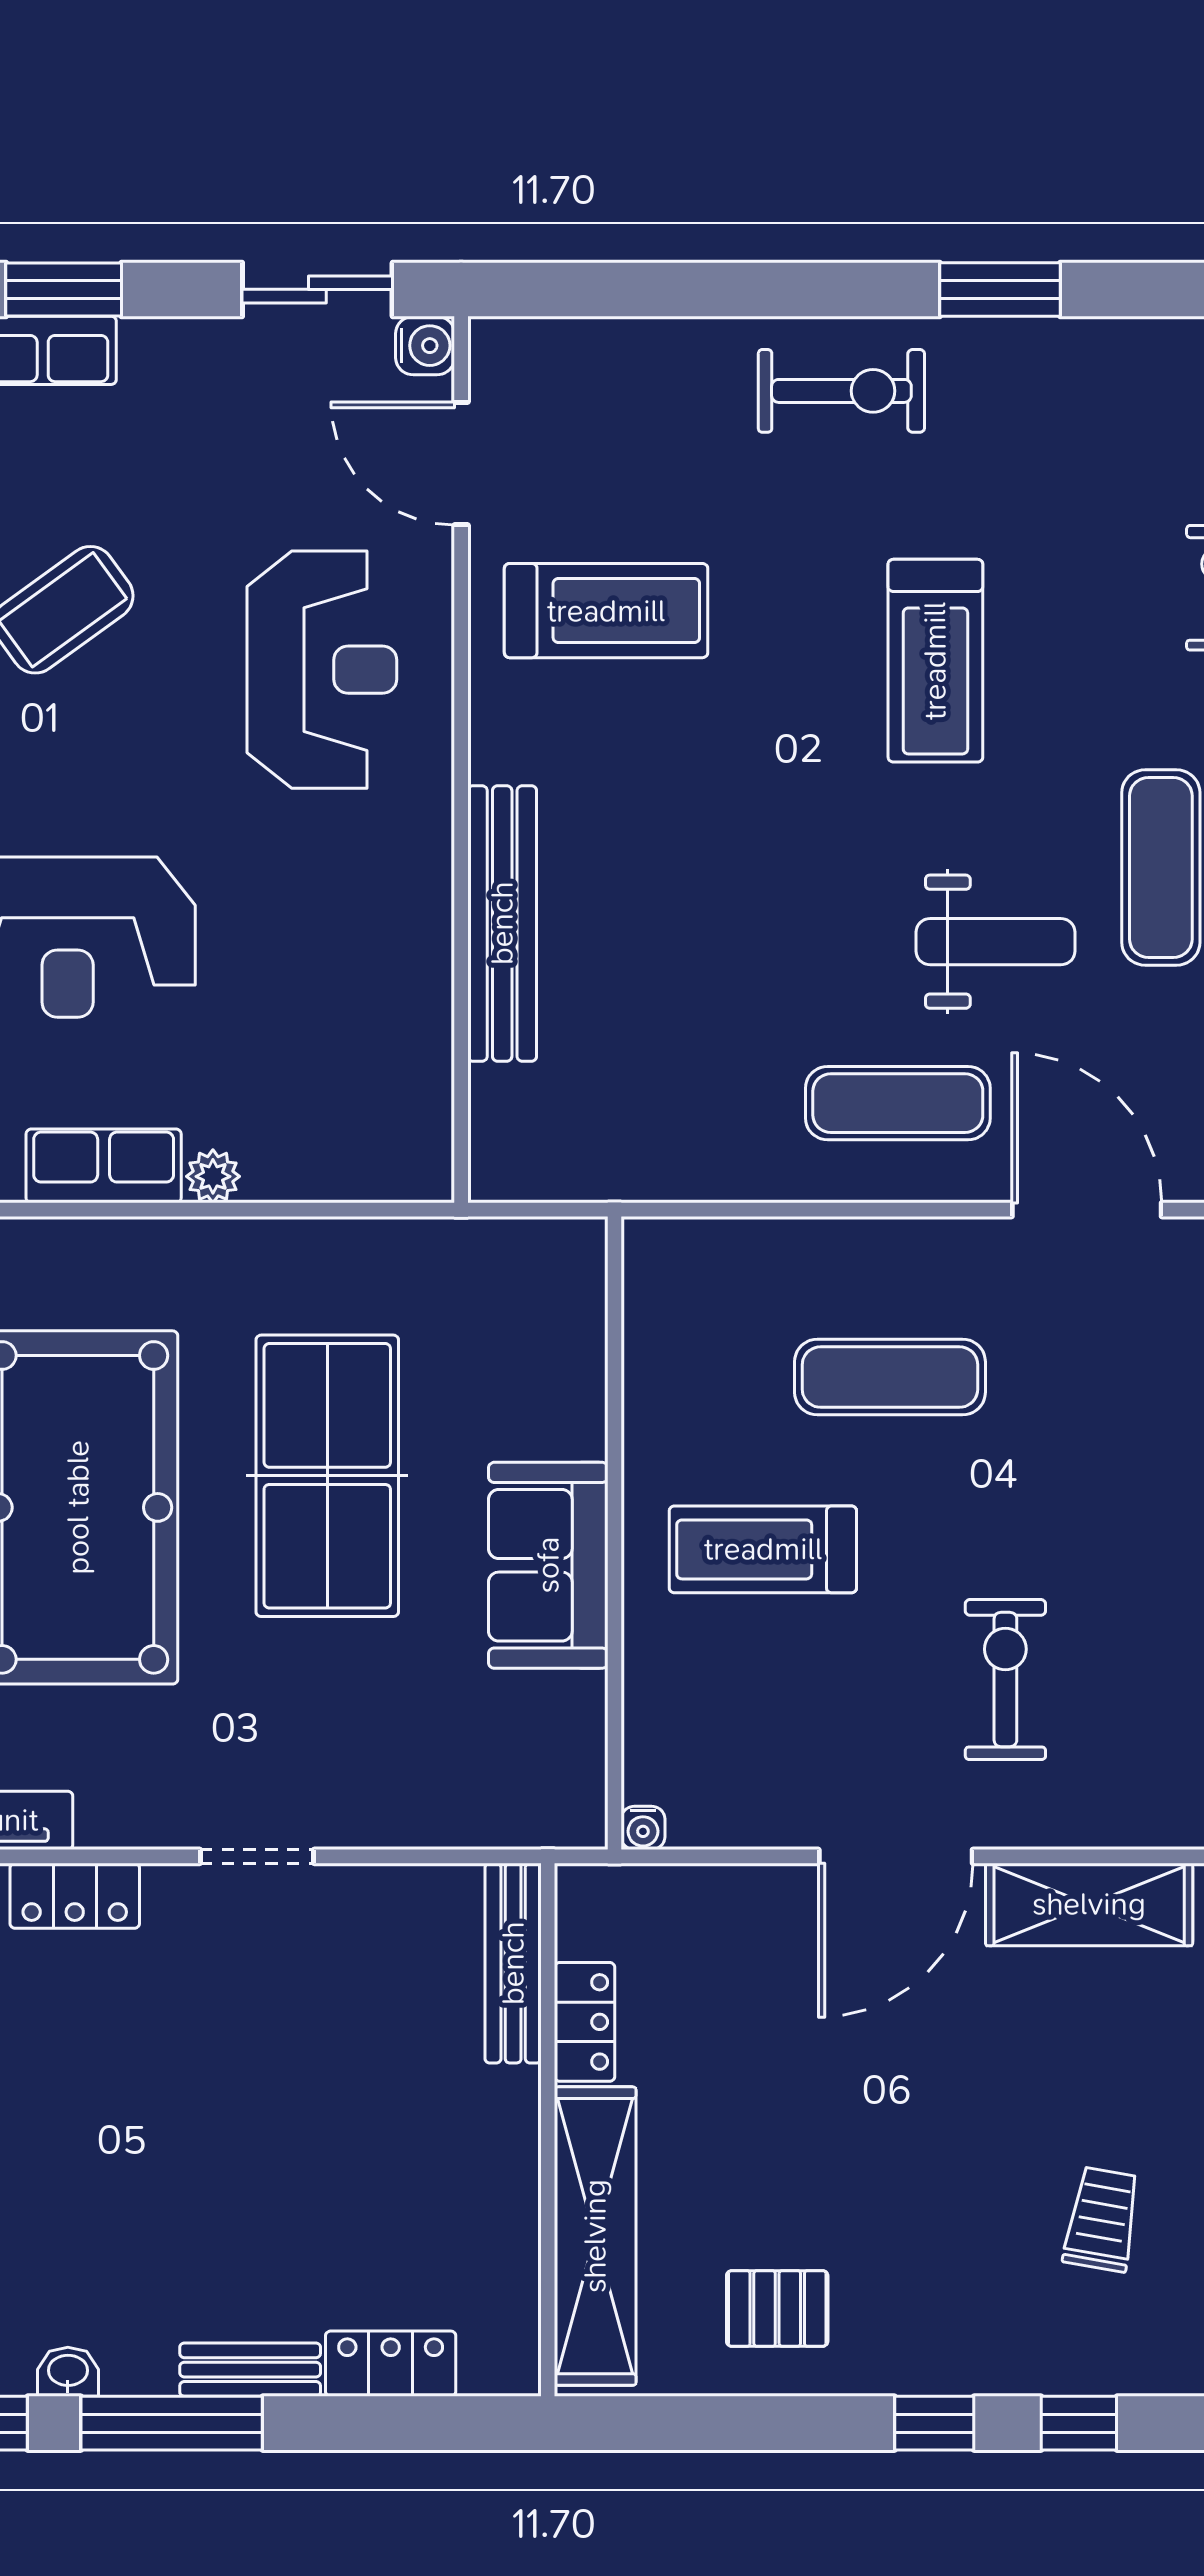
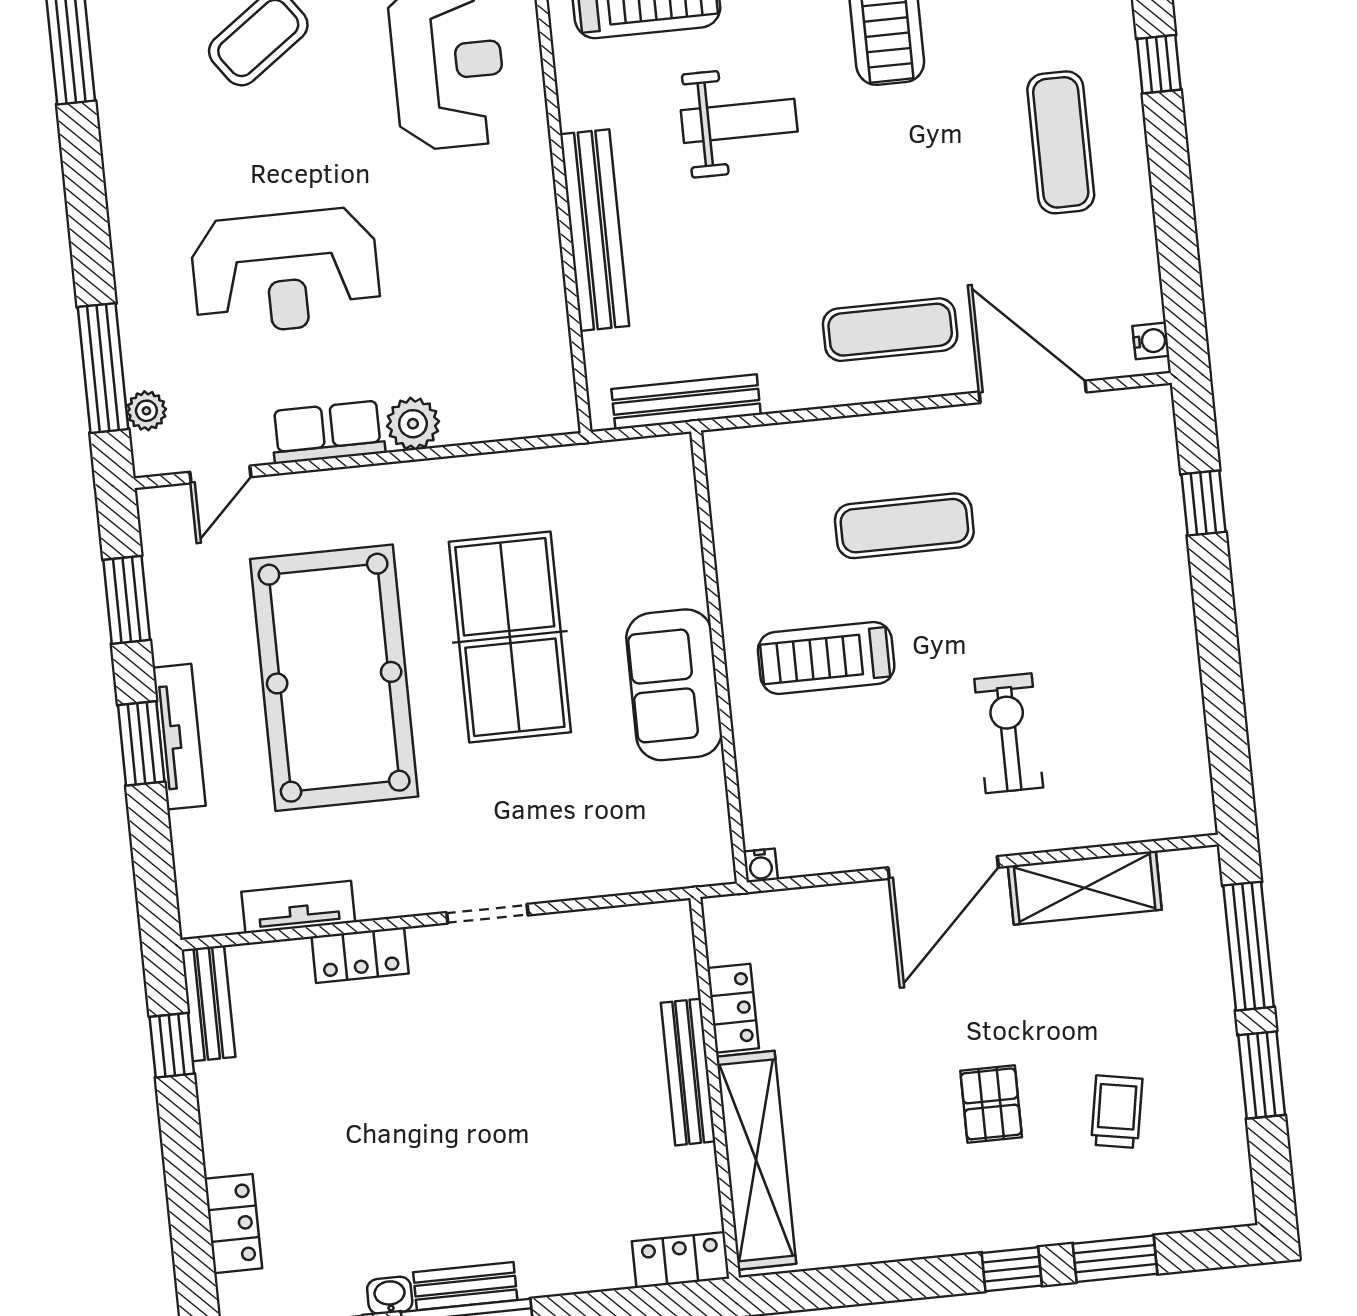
weight bench: (995, 942) -> (739, 121), moved
bench: (605, 1174) -> (686, 402), added
plant: (213, 1176) -> (413, 424), width x1.38, depth x1.38
bench: (513, 1963) -> (688, 1072), moved
pallet: (777, 2308) -> (991, 1104), moved, turned 90
locker: (391, 2364) -> (681, 1260), moved
bench: (250, 2370) -> (465, 1286), moved
window: (1079, 2423) -> (1115, 1259), width x1.50

